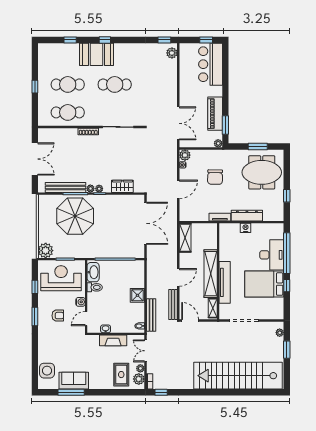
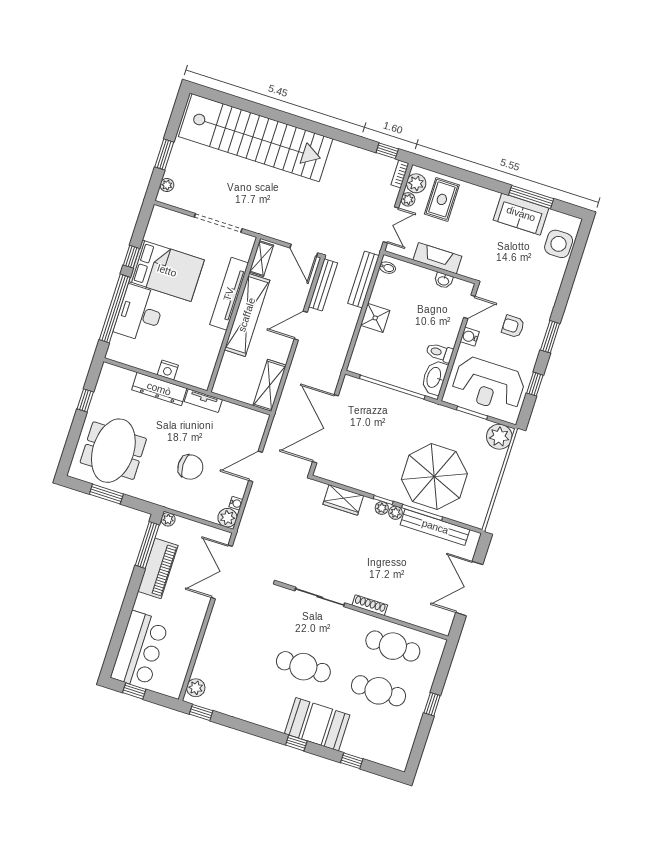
window: (225, 125) -> (147, 545), width x1.44
meeting table: (262, 172) -> (113, 451), turned 90
chair: (215, 177) -> (190, 467), turned 89

